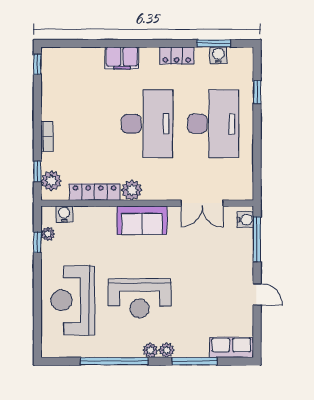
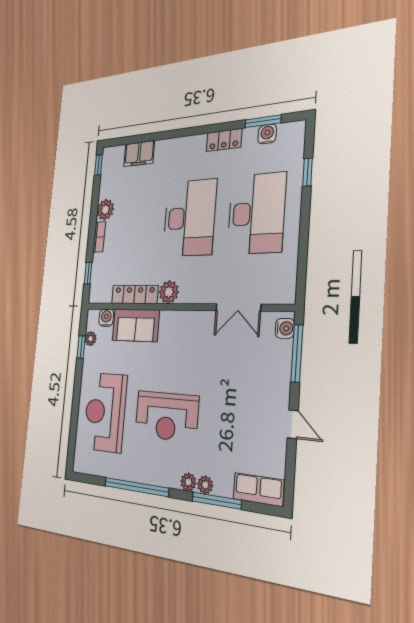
filing cabinet: (122, 58) -> (139, 154), moved
plant: (51, 181) -> (105, 210), moved
sofa: (142, 220) -> (136, 325), moved
plant: (150, 350) -> (205, 485), moved

